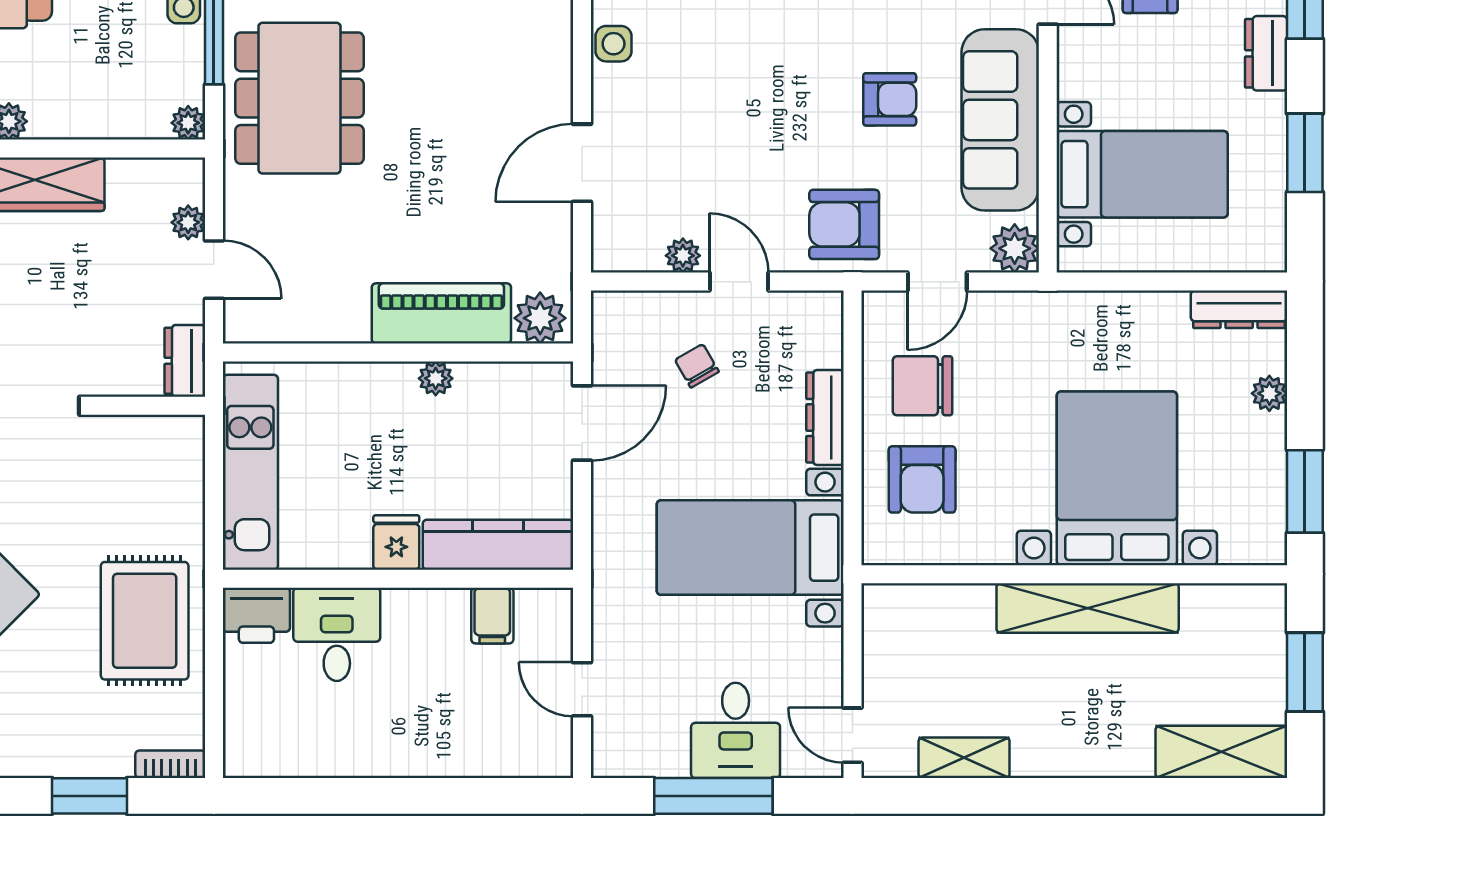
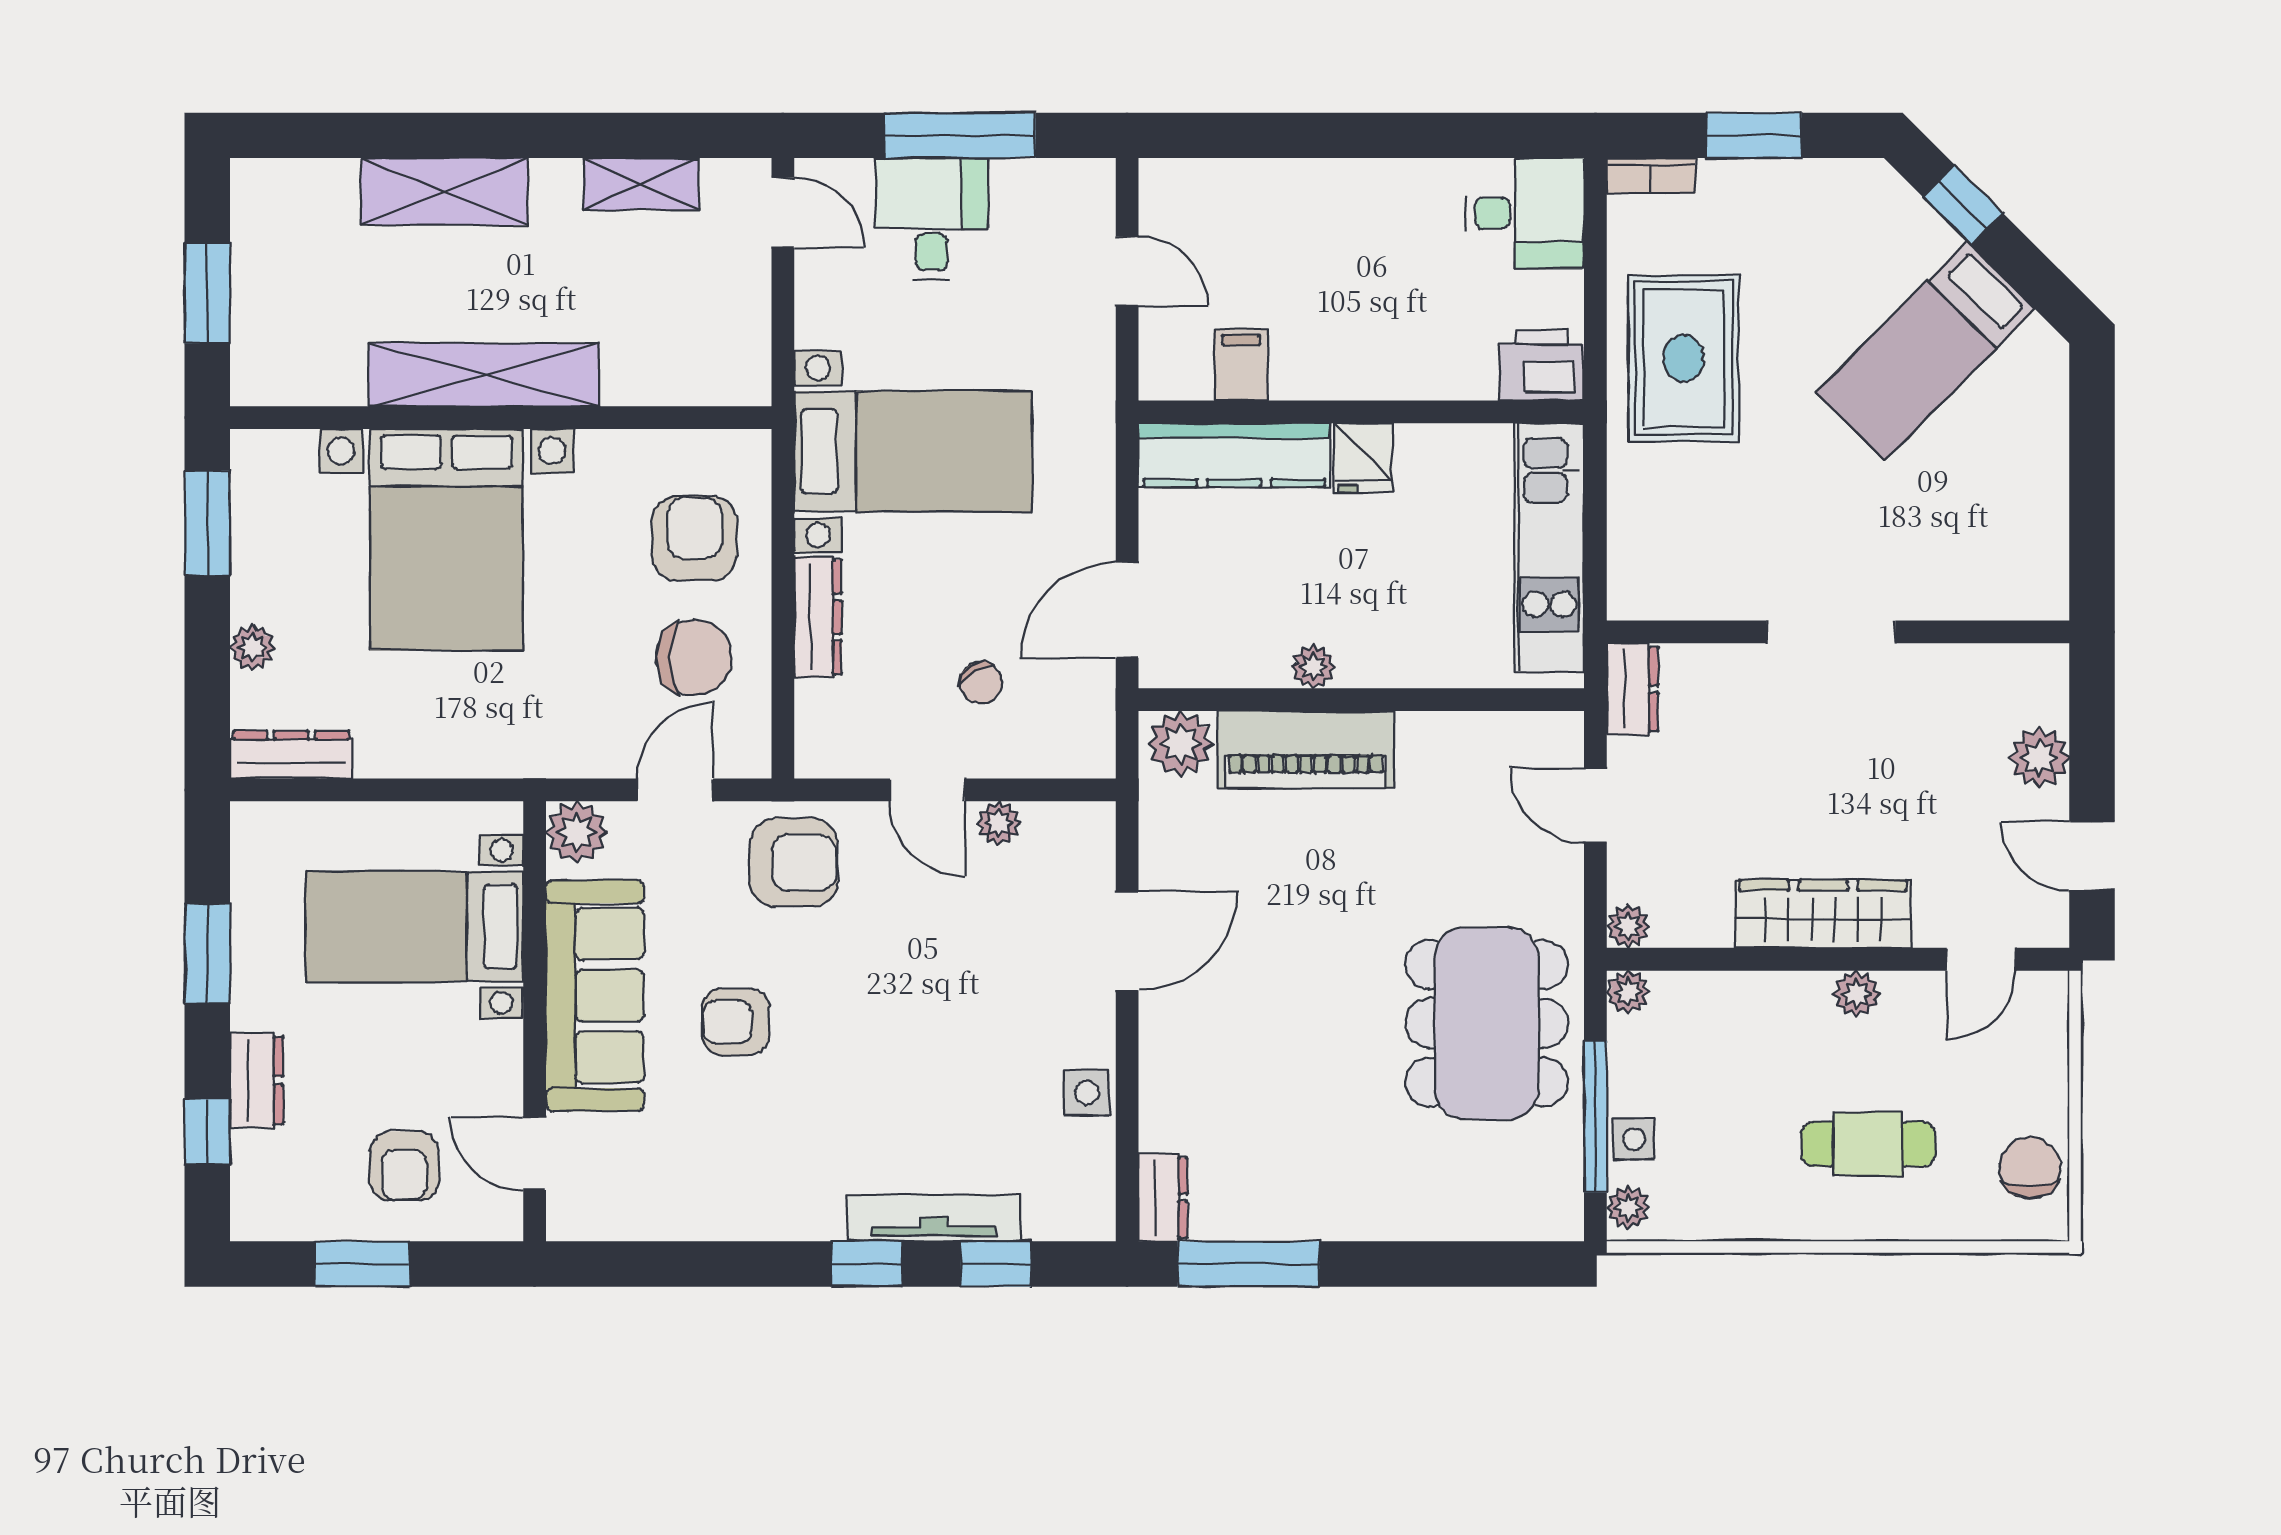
plant: (188, 222) -> (1628, 926), moved
desk: (337, 634) -> (1525, 213), moved, turned -90
shelving: (1221, 752) -> (445, 191), moved

